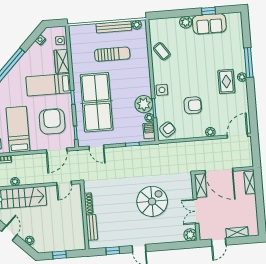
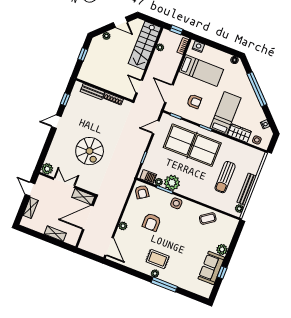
armchair: (52, 121) -> (194, 101), width x0.53, depth x0.53
shelving: (250, 183) -> (55, 234), moved

